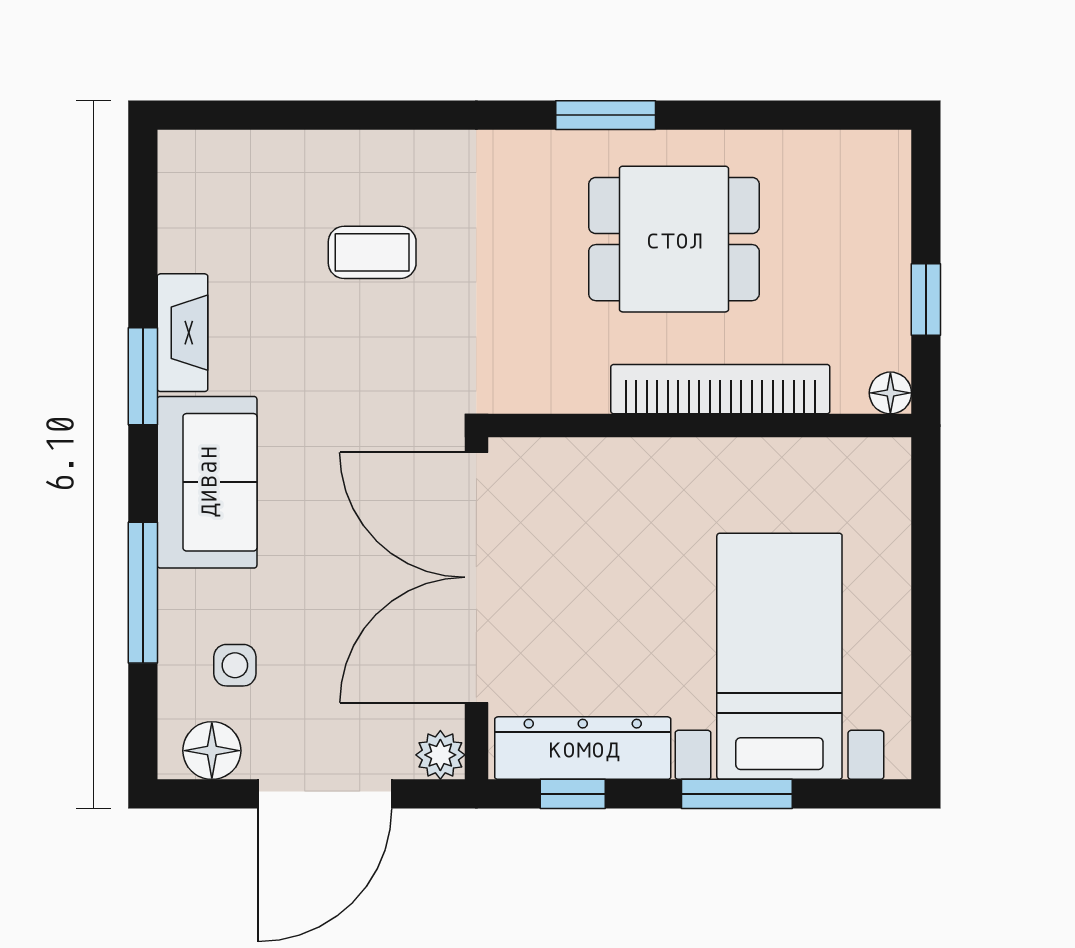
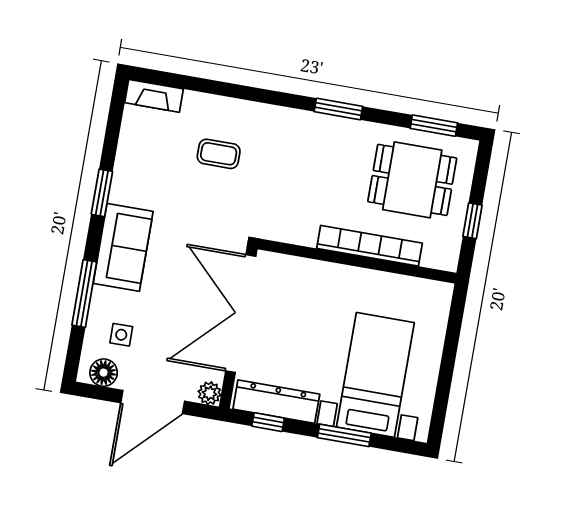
window: (811, 115) -> (434, 126), added
dining table: (674, 239) -> (412, 180), moved
fireplace: (183, 333) -> (154, 96), moved, turned 90
floor lamp: (890, 393) -> (448, 261), removed

